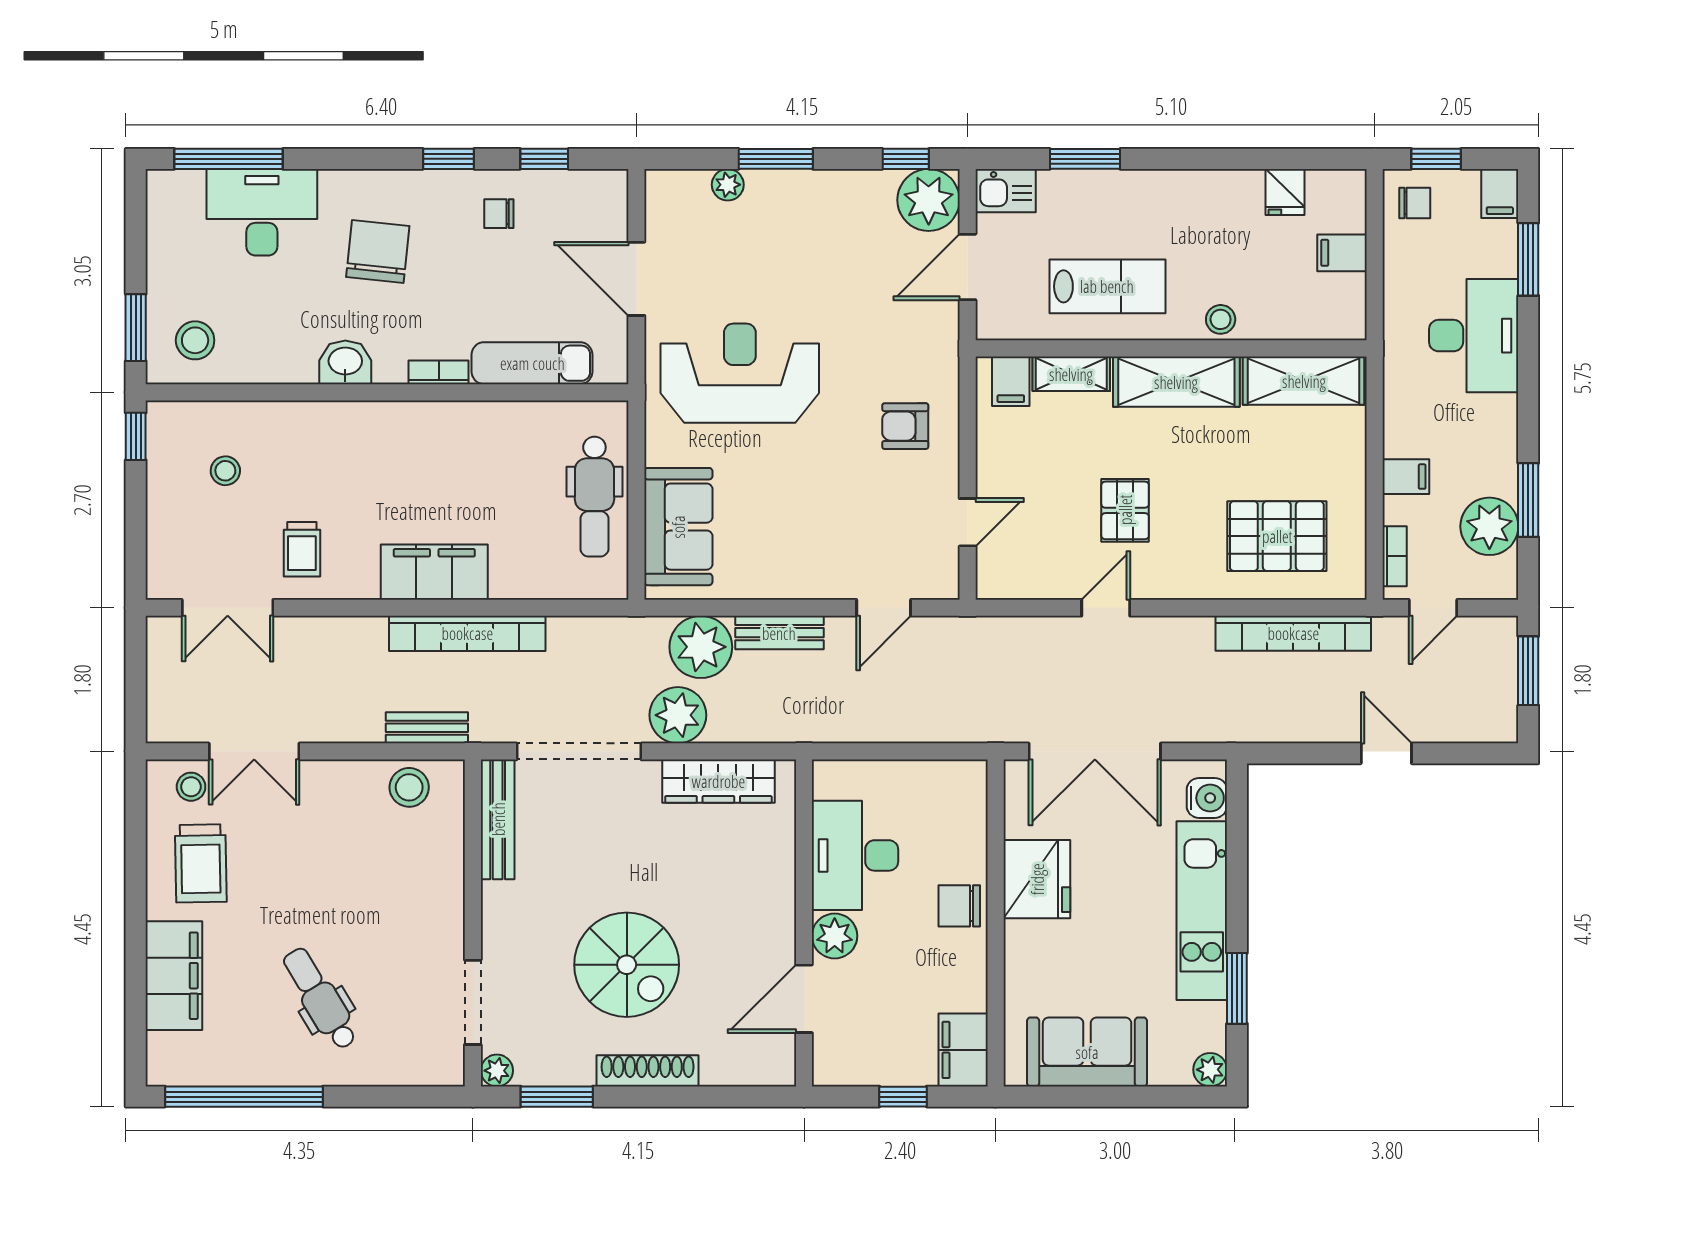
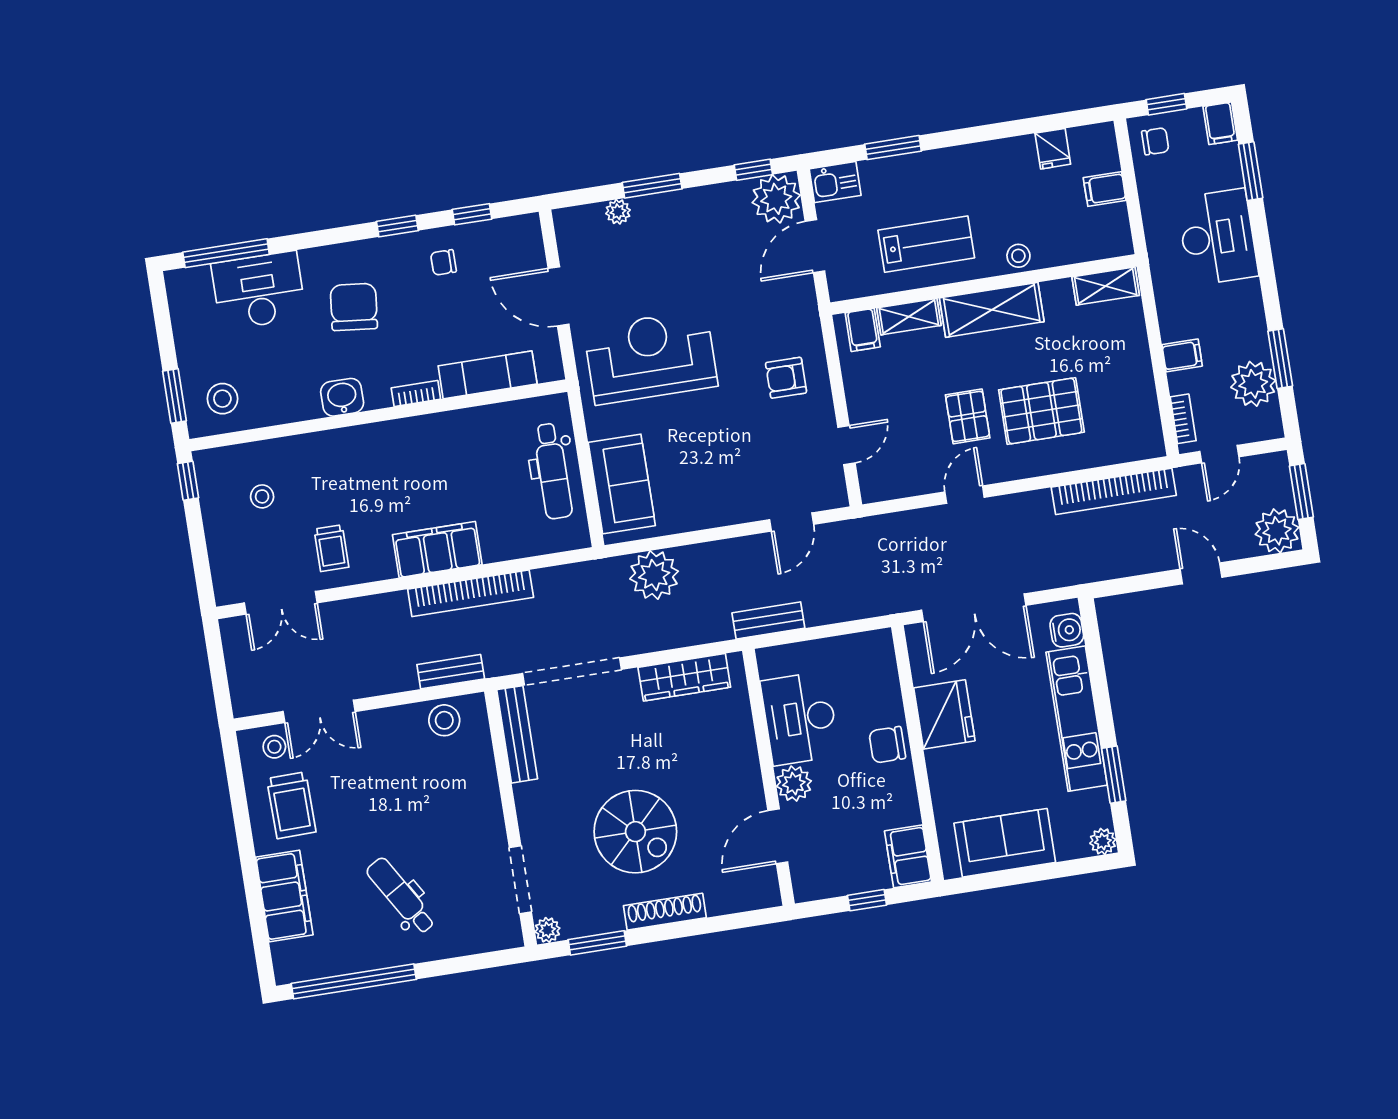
shelving: (1304, 381) -> (1106, 286), width x0.67, depth x0.75
pallet: (1277, 536) -> (1041, 411), moved
bench: (779, 633) -> (768, 620), moved
plant: (678, 715) -> (1277, 531), moved

